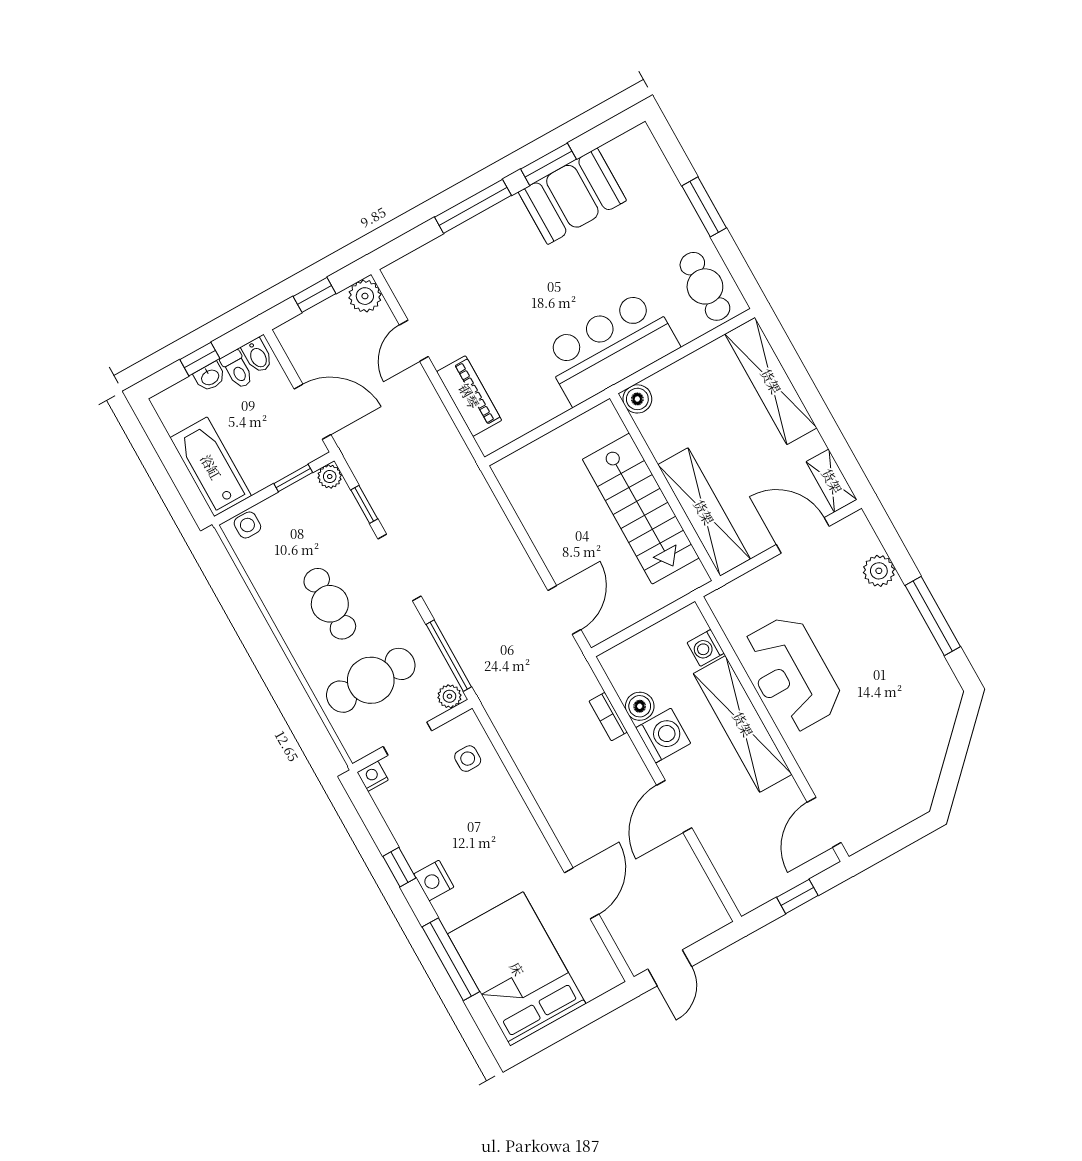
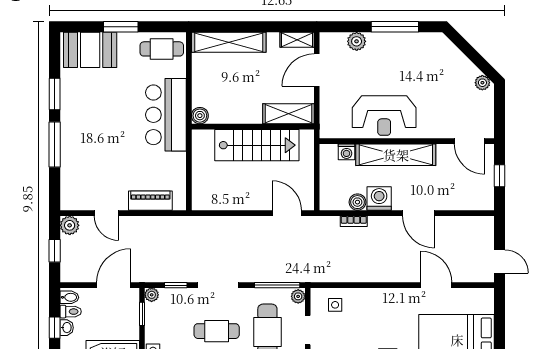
booth: (572, 196) -> (90, 50), moved, turned 90
shelving: (704, 512) -> (289, 114), width x0.68
plant: (922, 793) -> (482, 83), added

